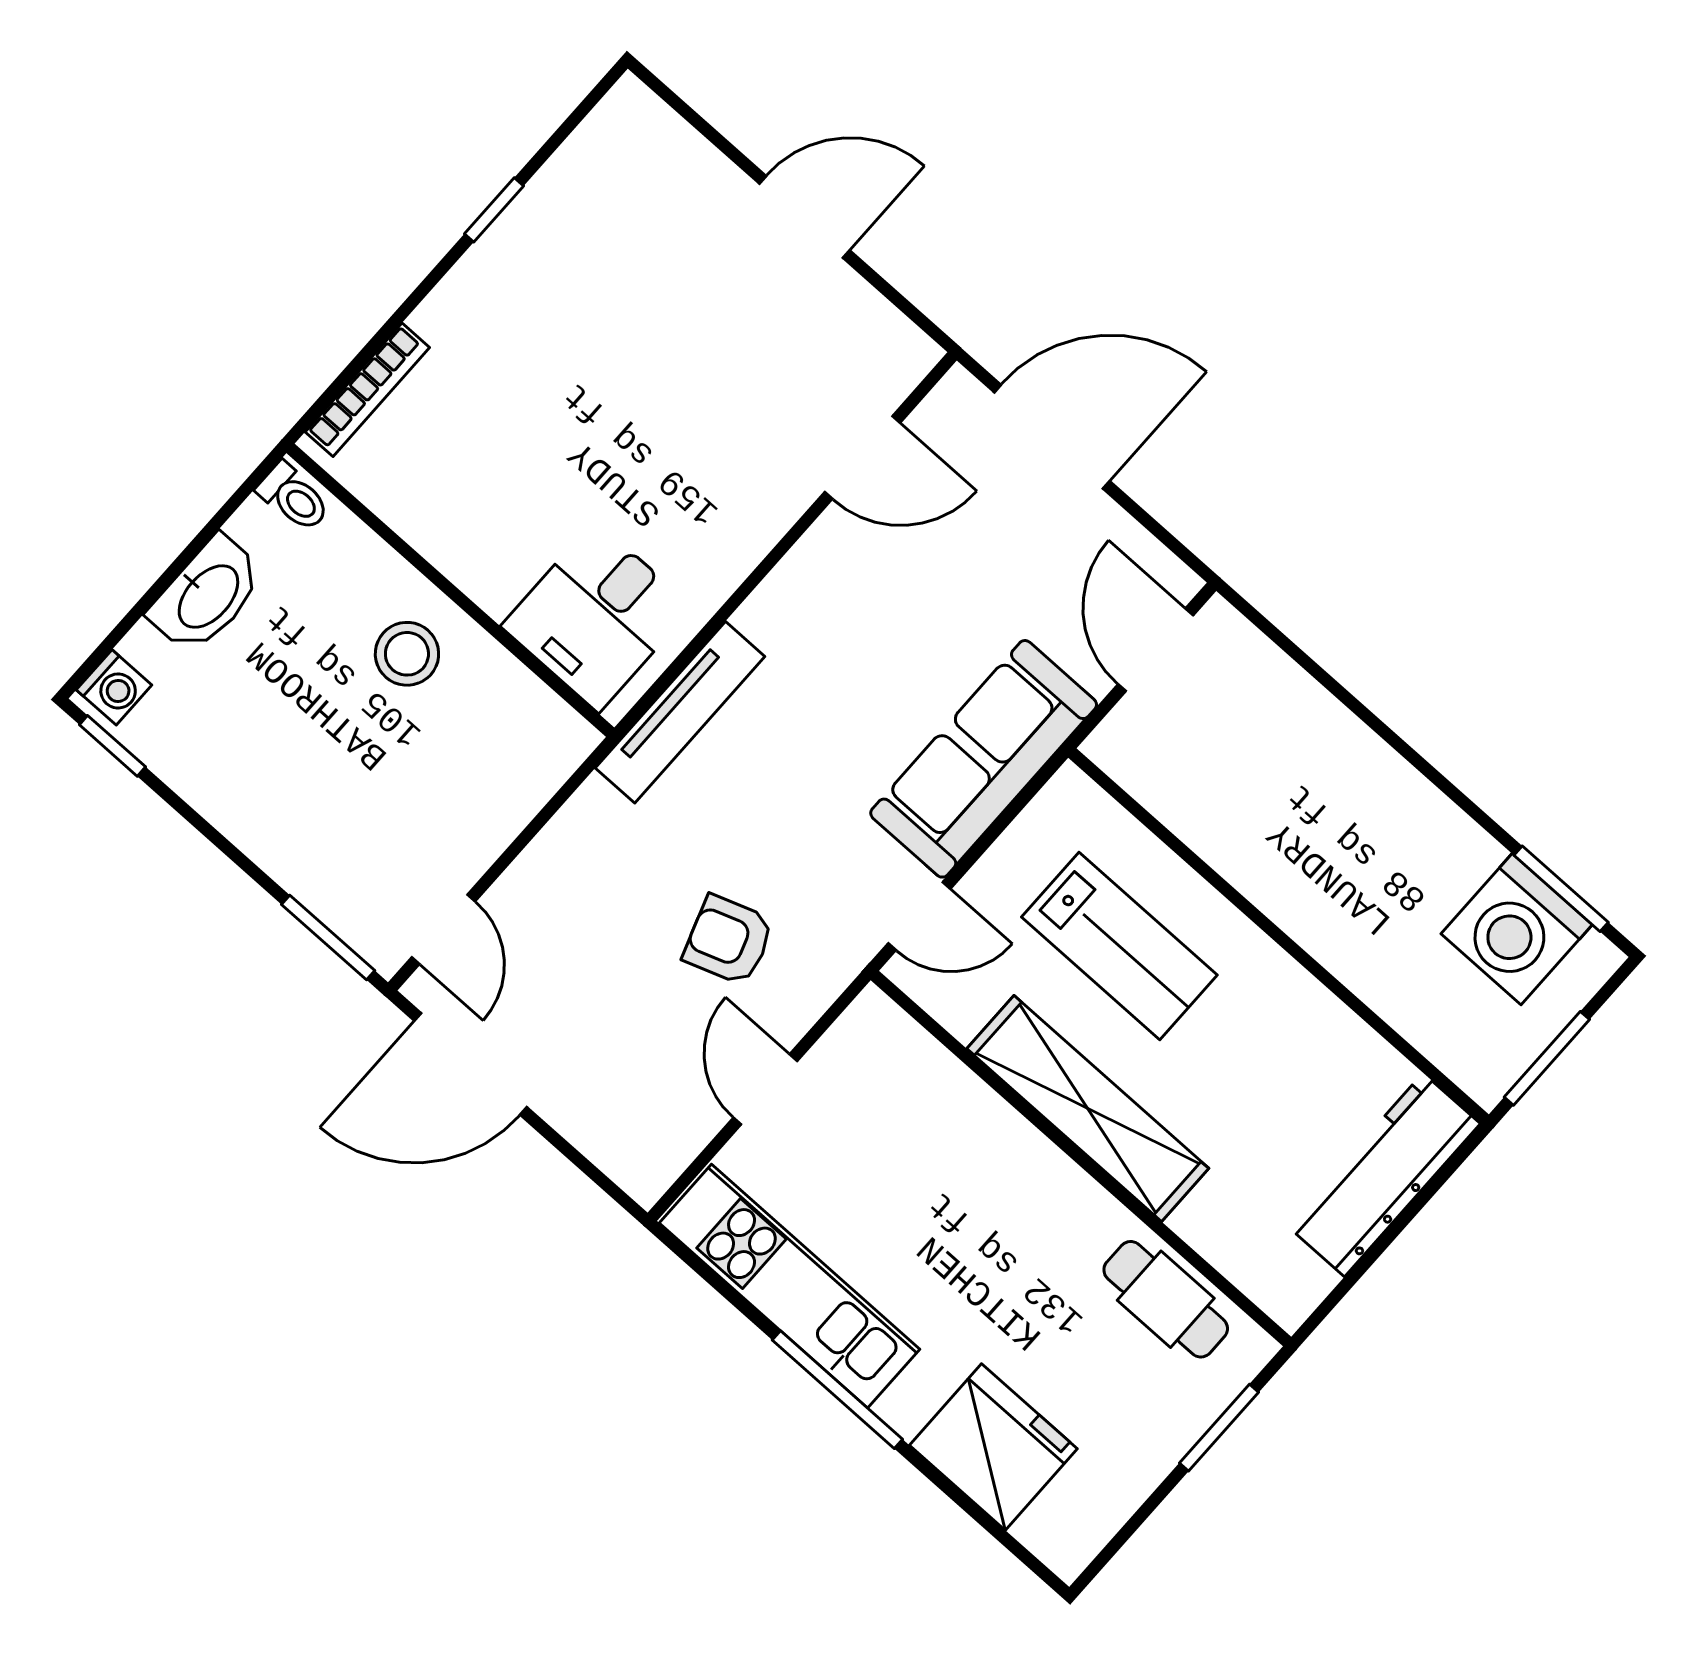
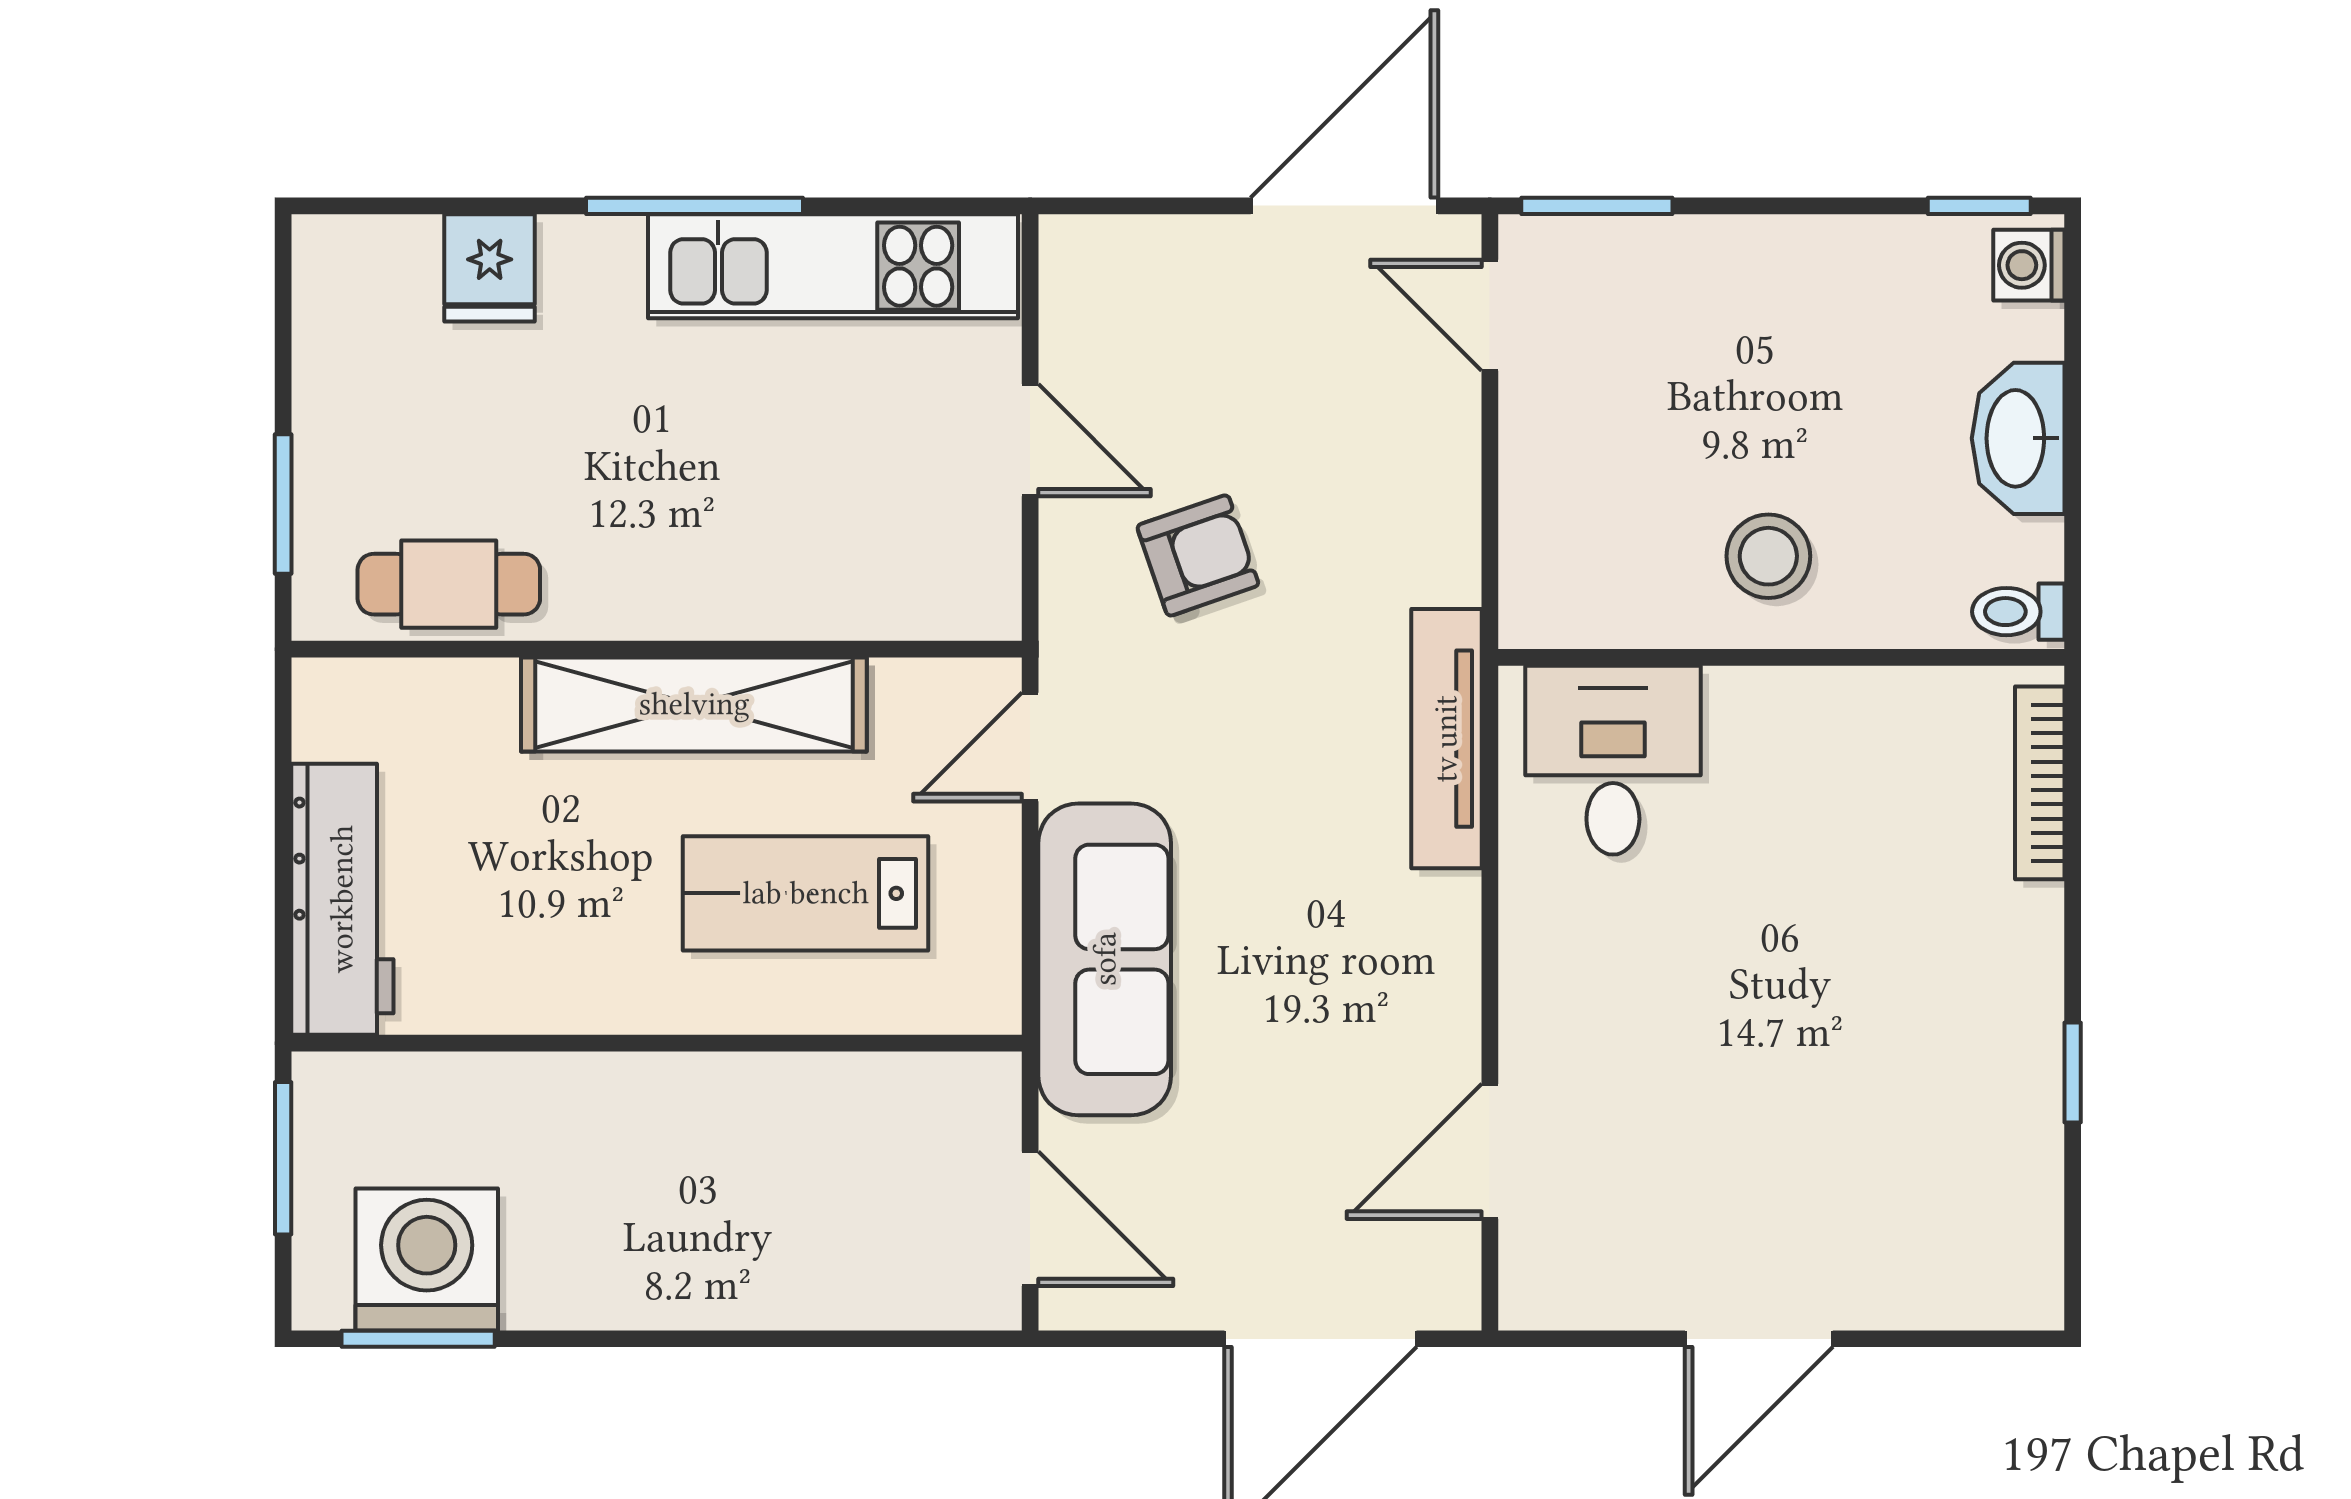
fridge: (993, 1447) -> (490, 268), width x0.53, depth x0.75

